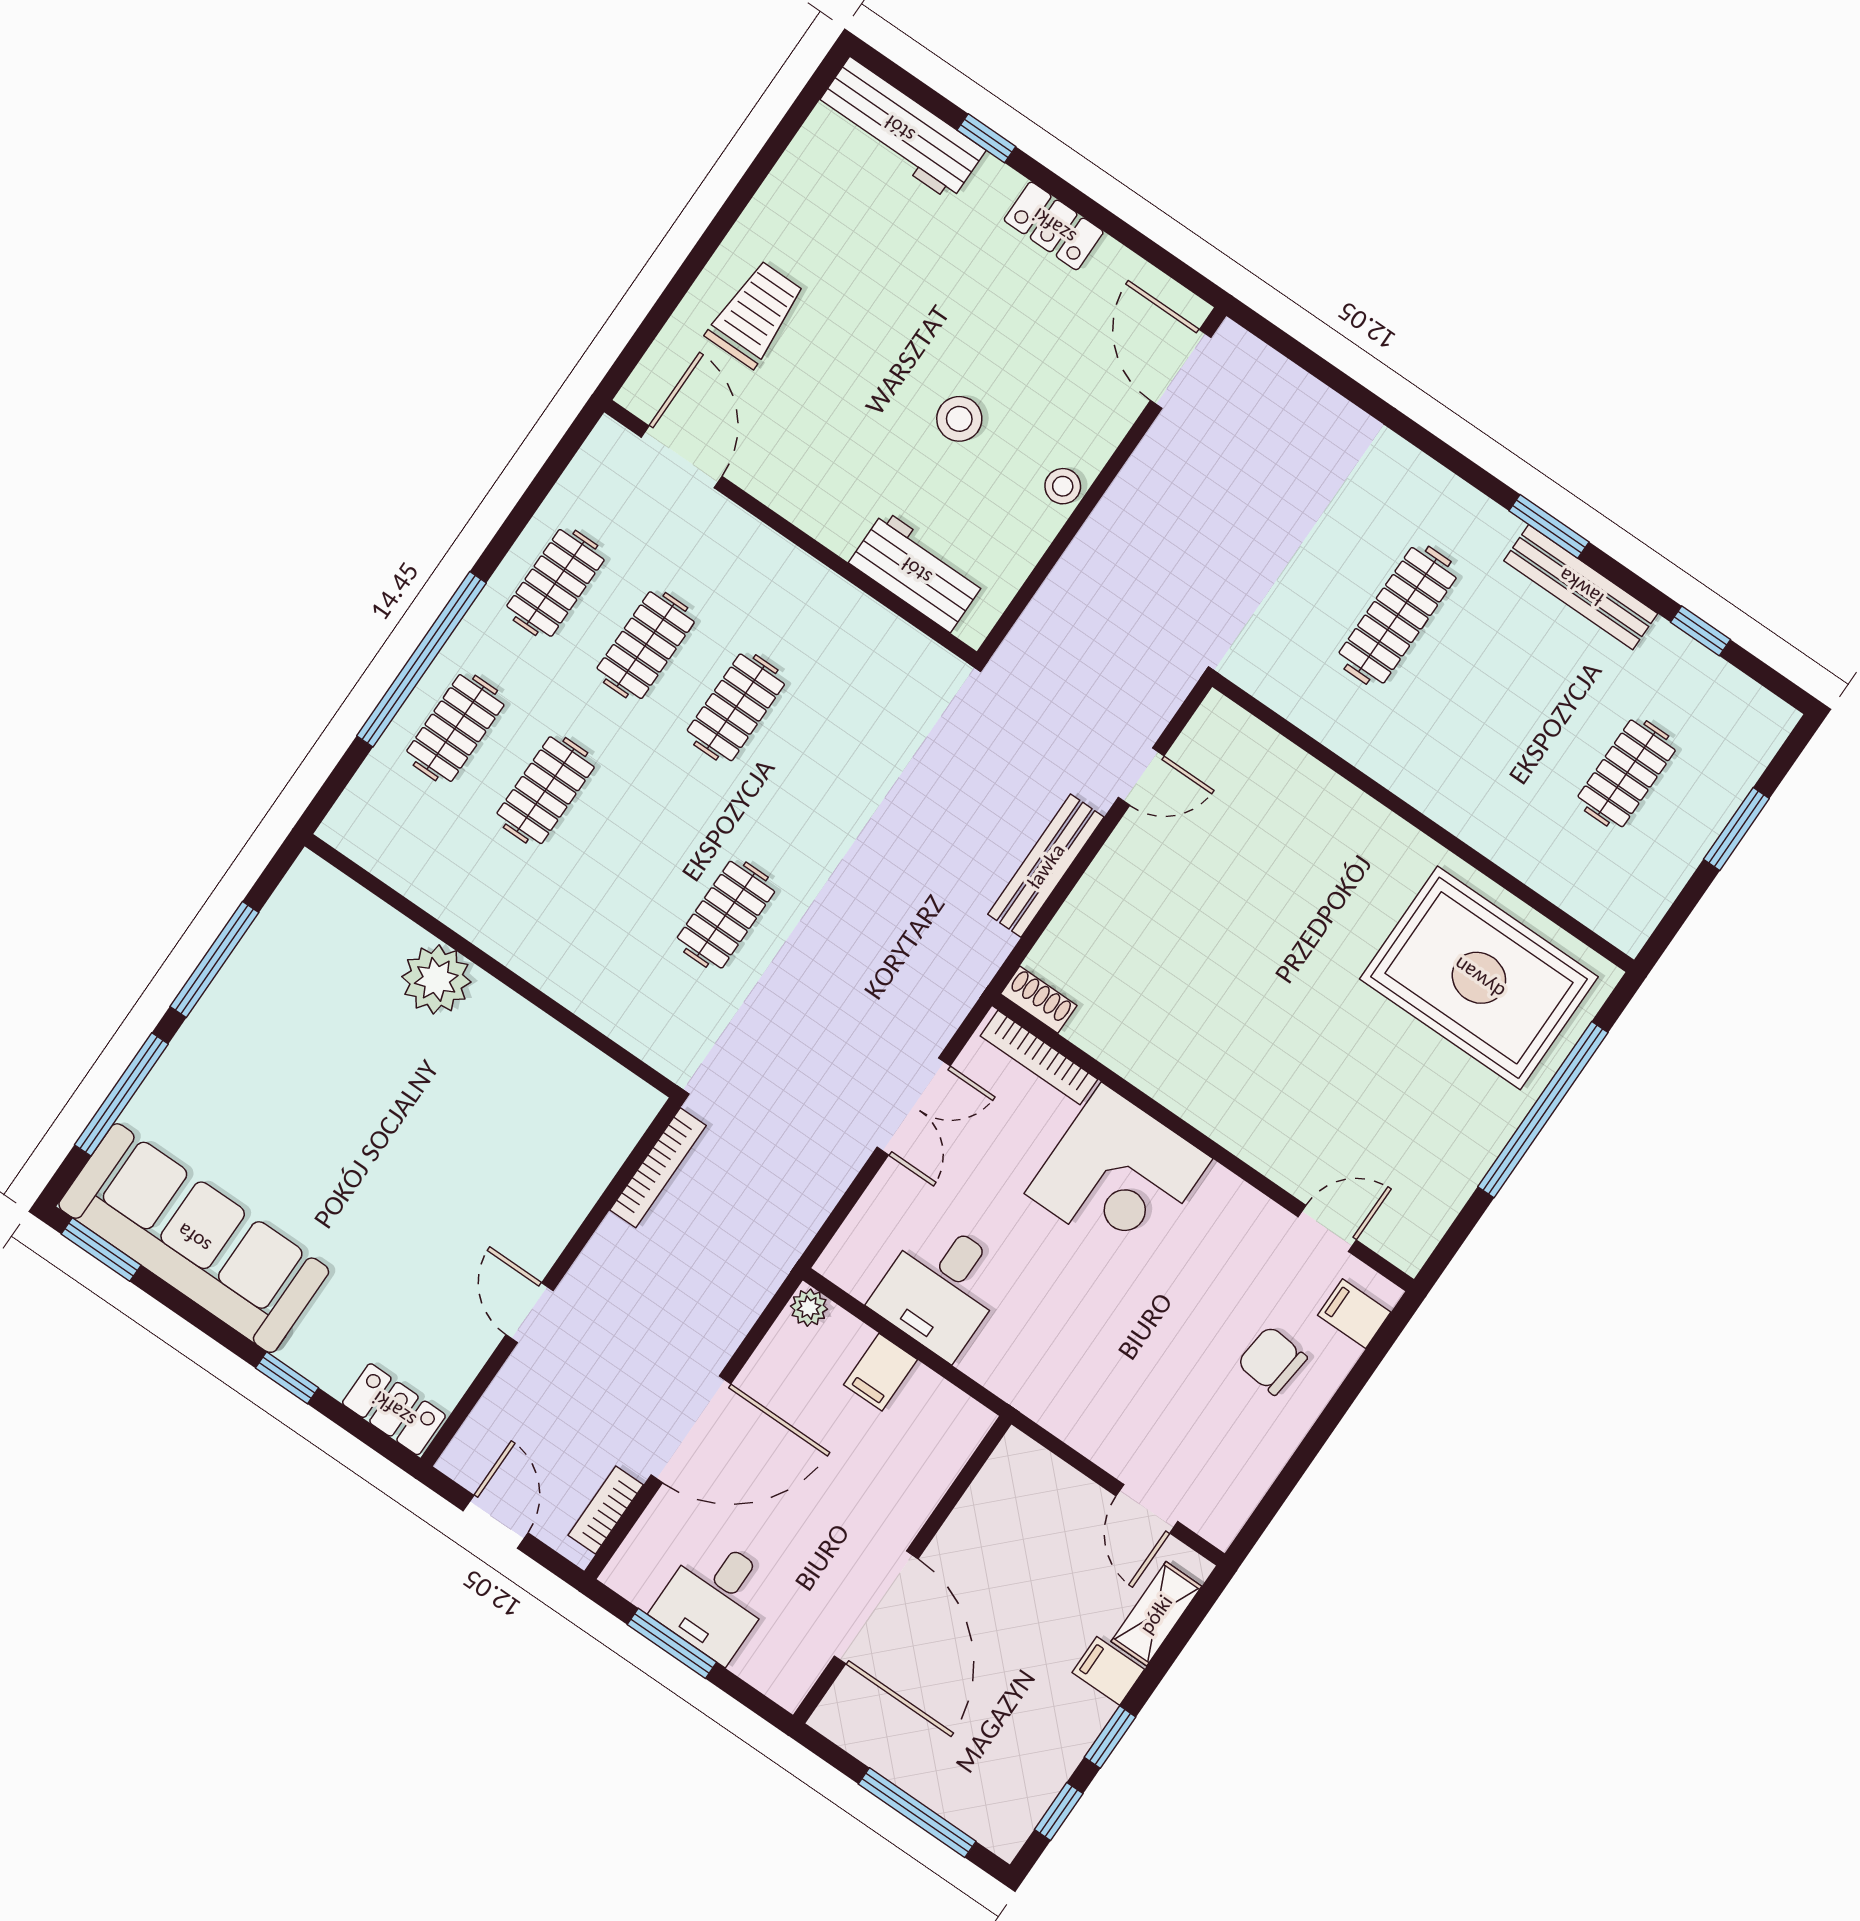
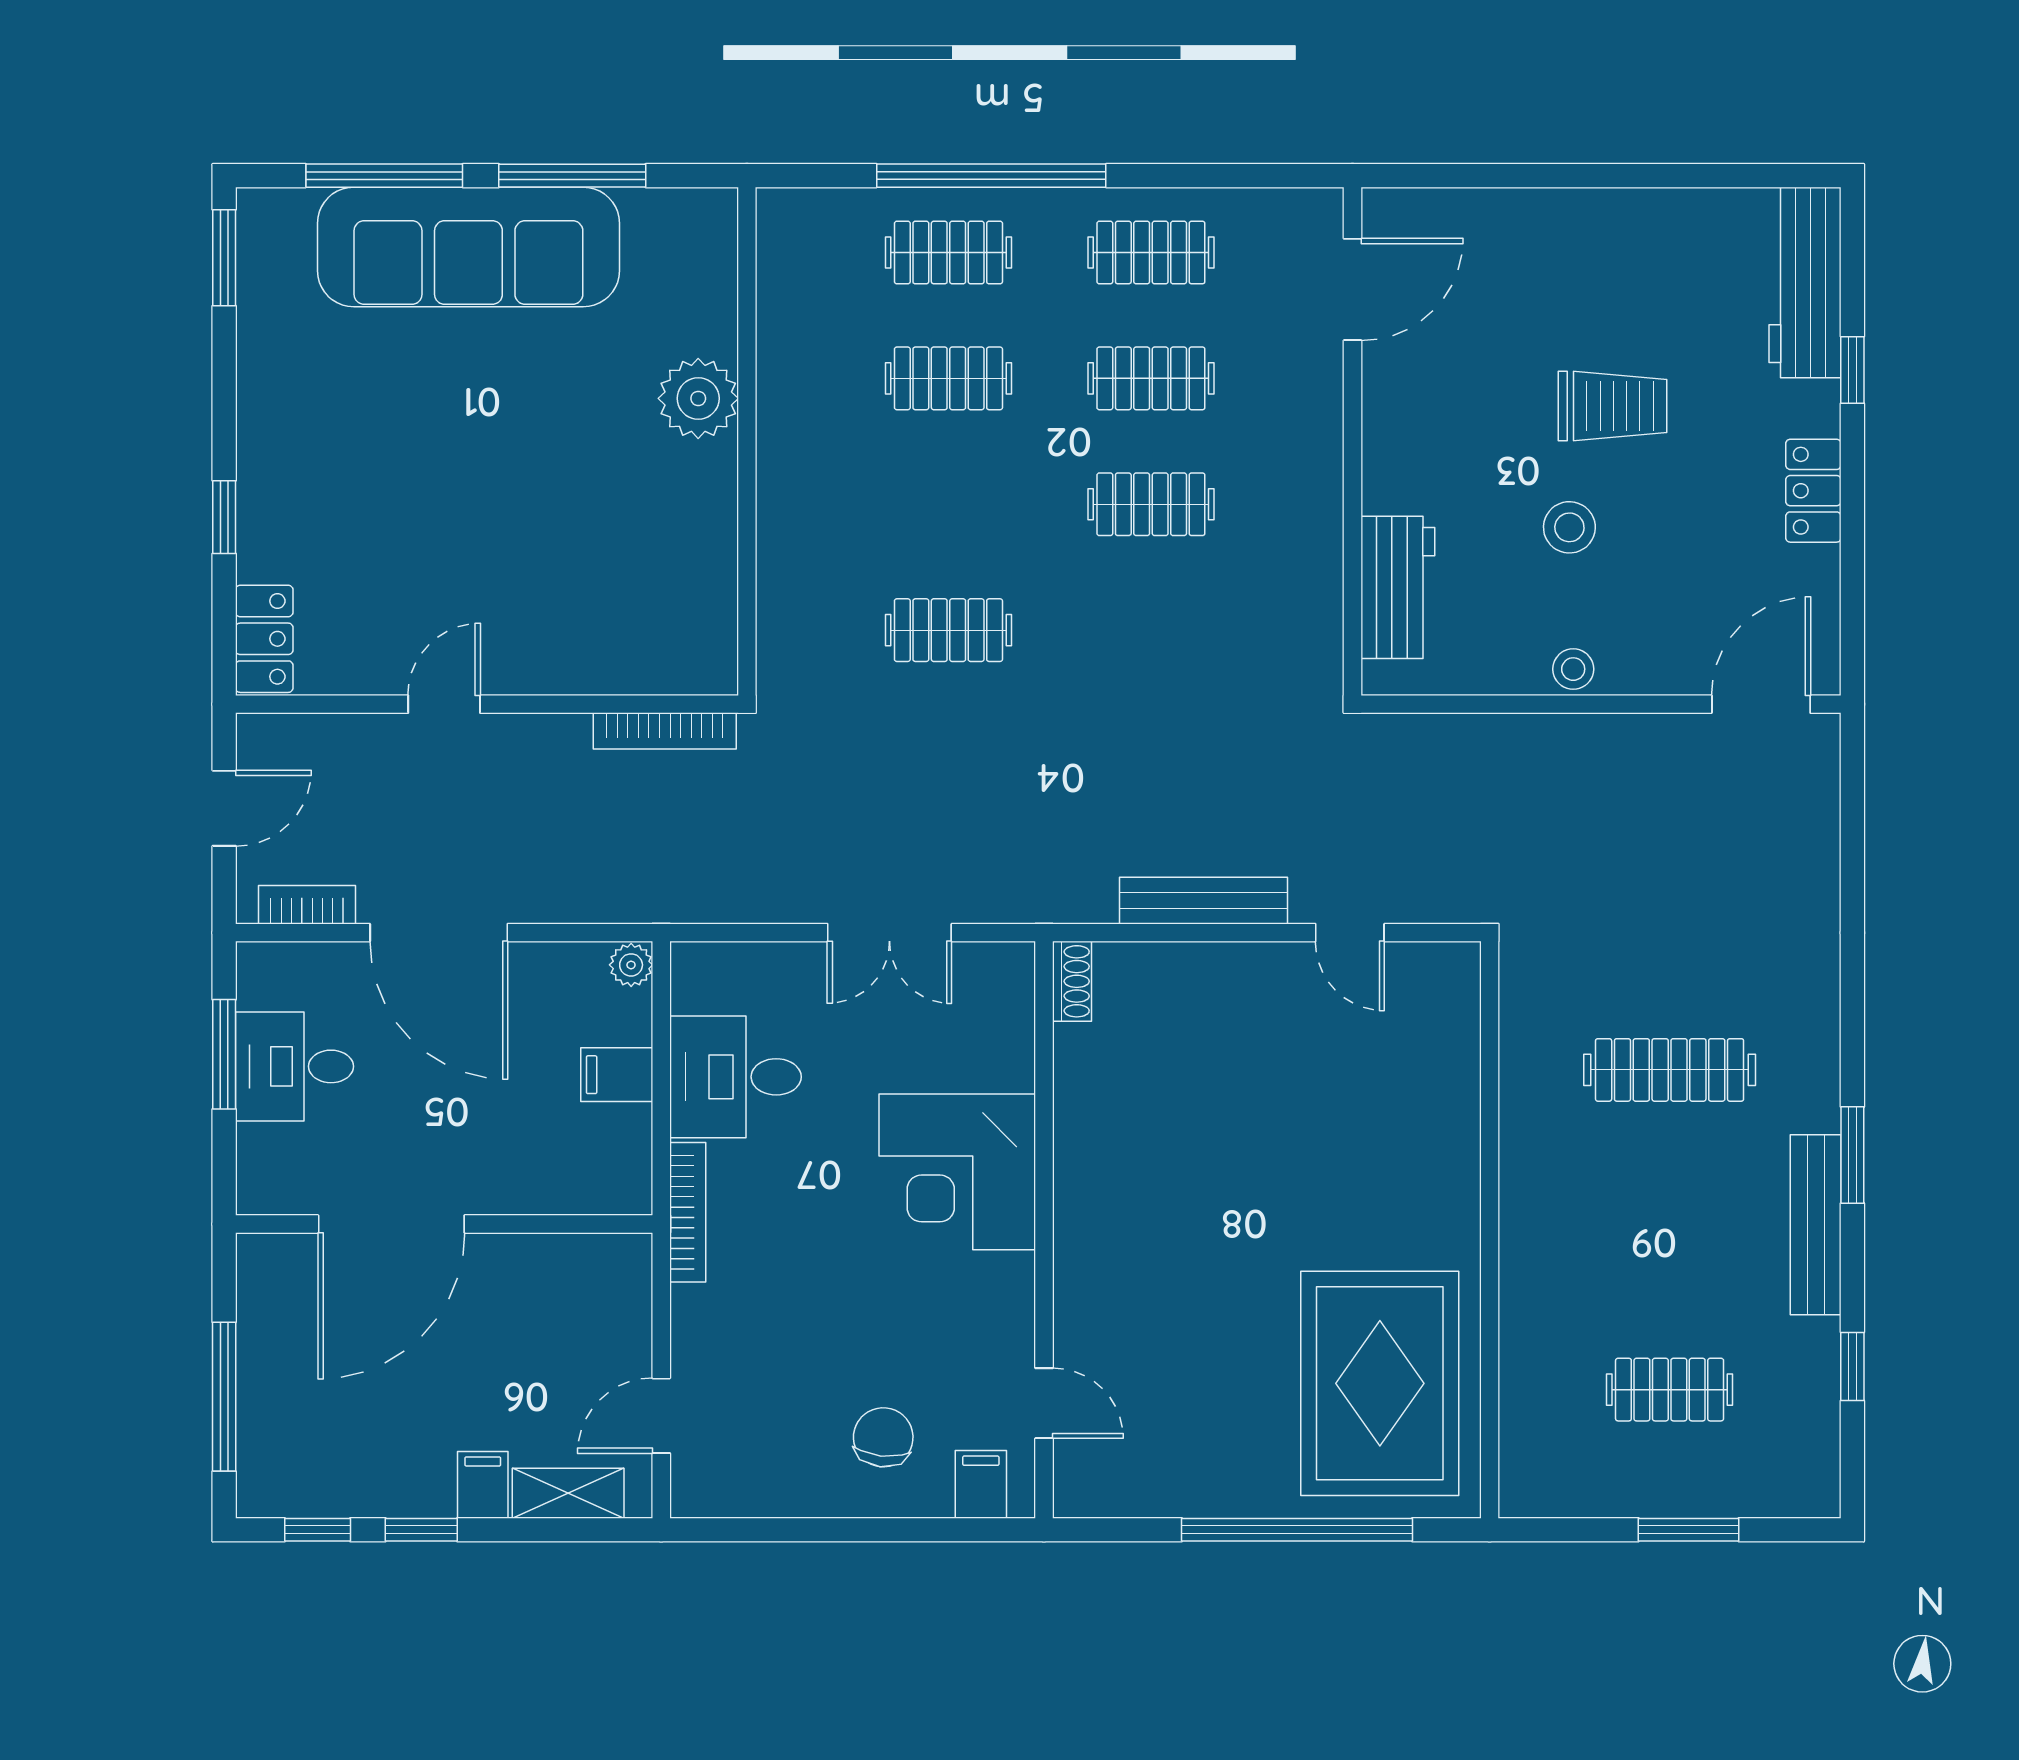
trolley: (755, 314) -> (1612, 406), moved
bookcase: (1039, 1058) -> (688, 1212), moved, turned 180
sofa: (194, 1238) -> (468, 247), moved, turned 90

